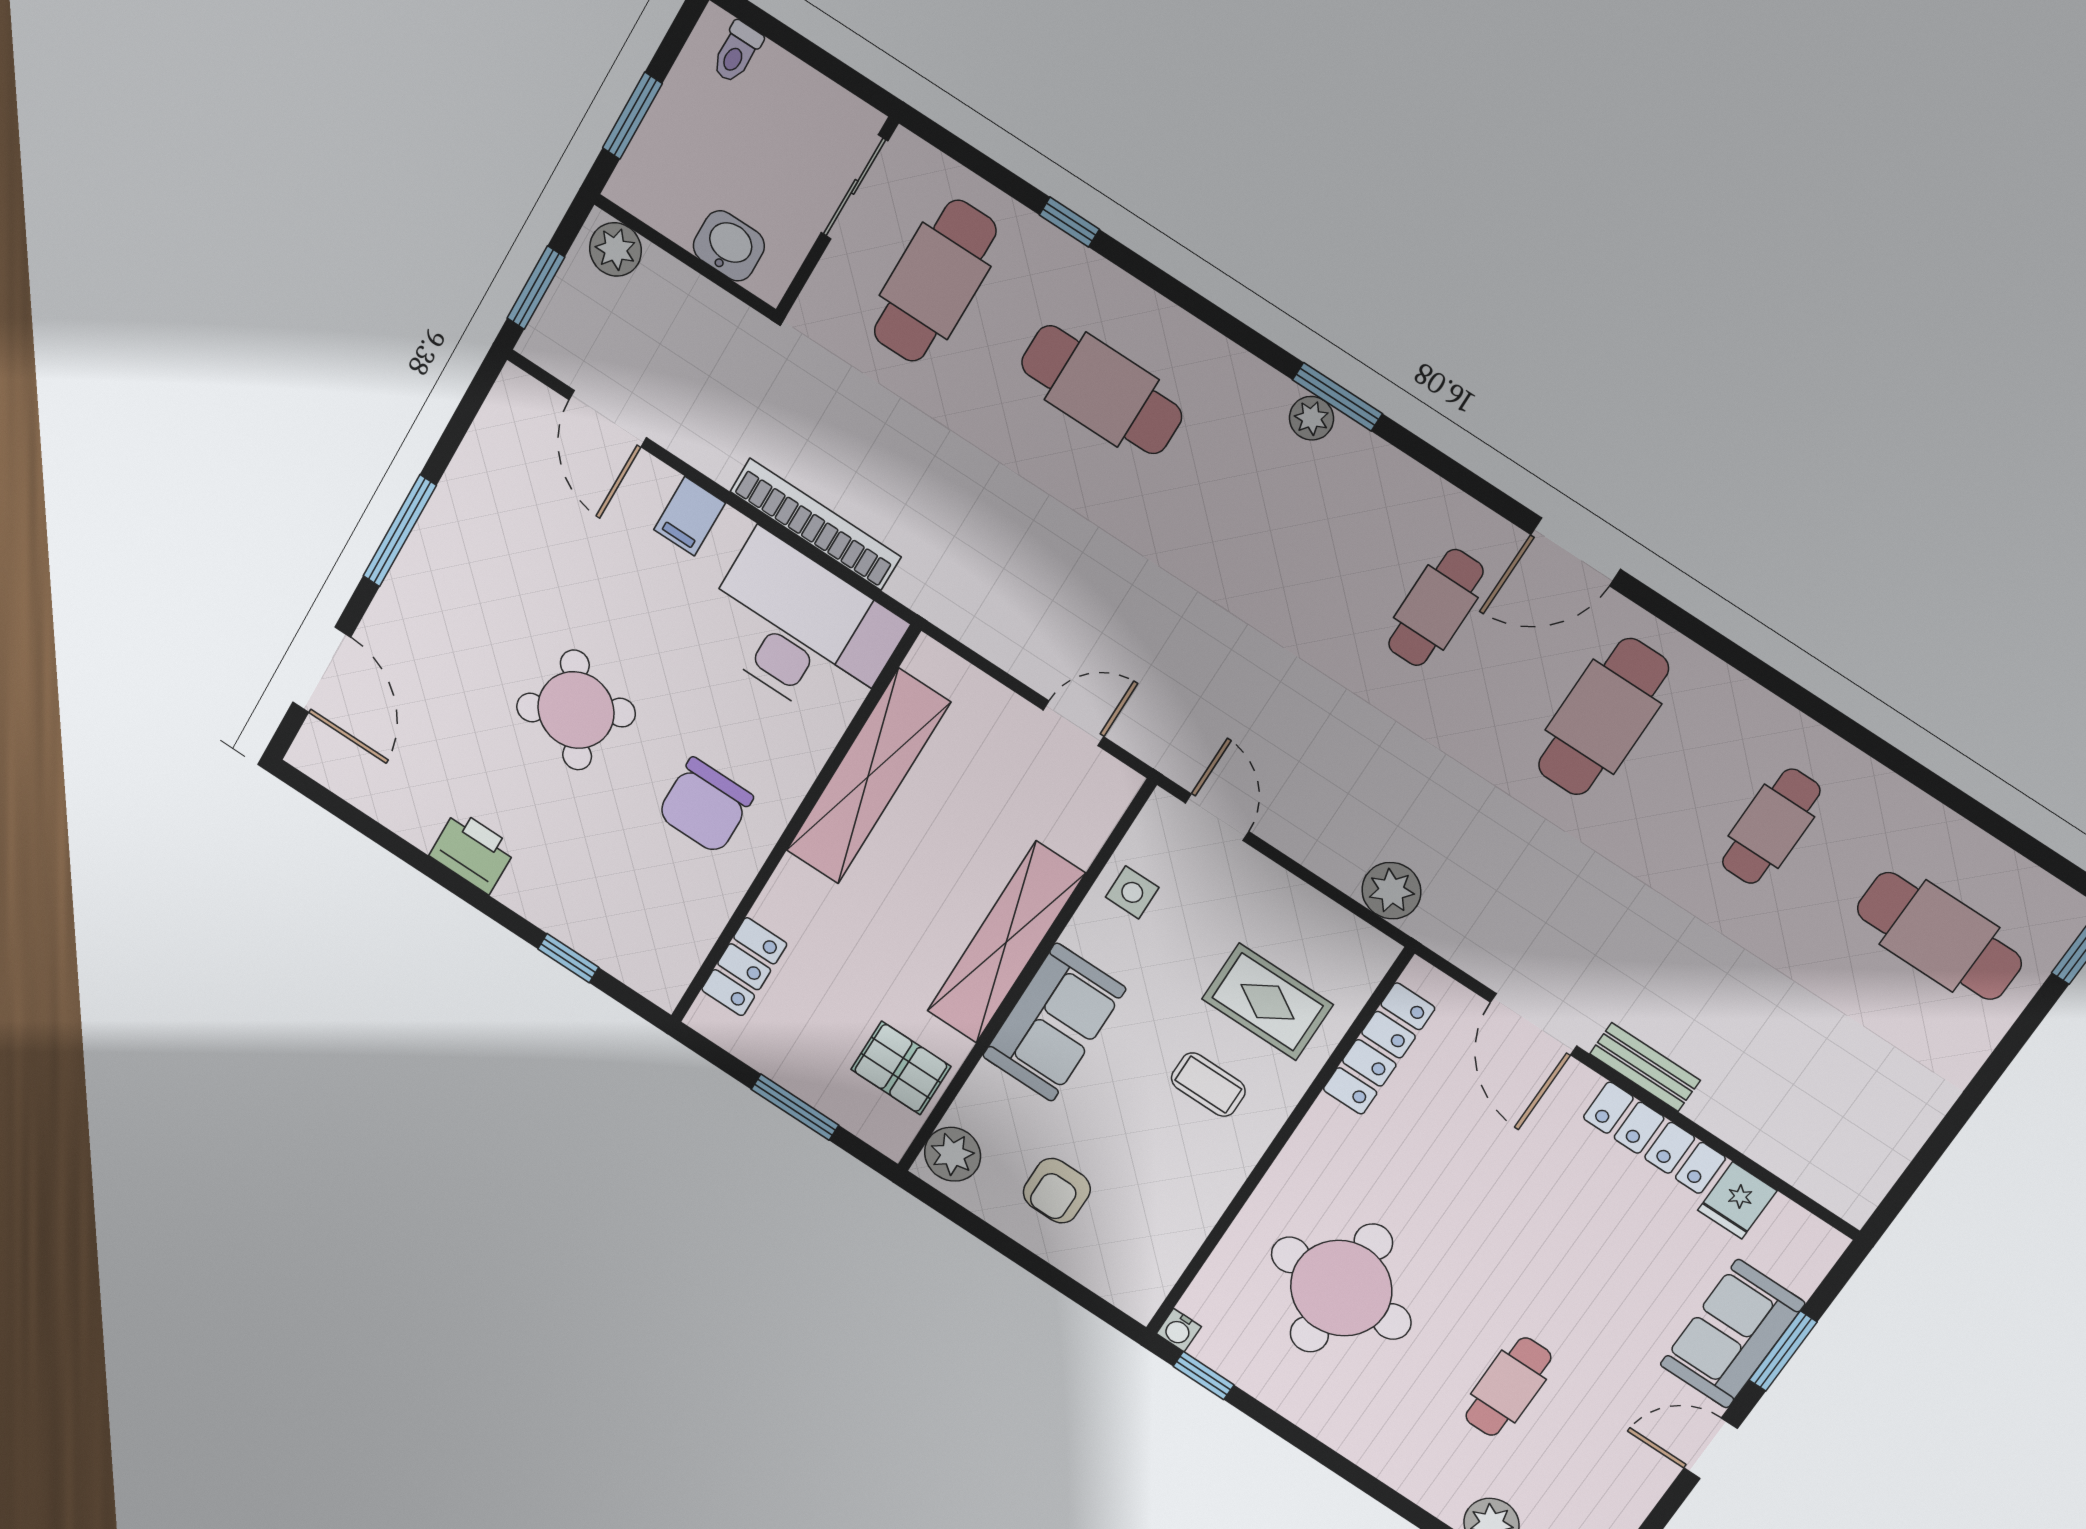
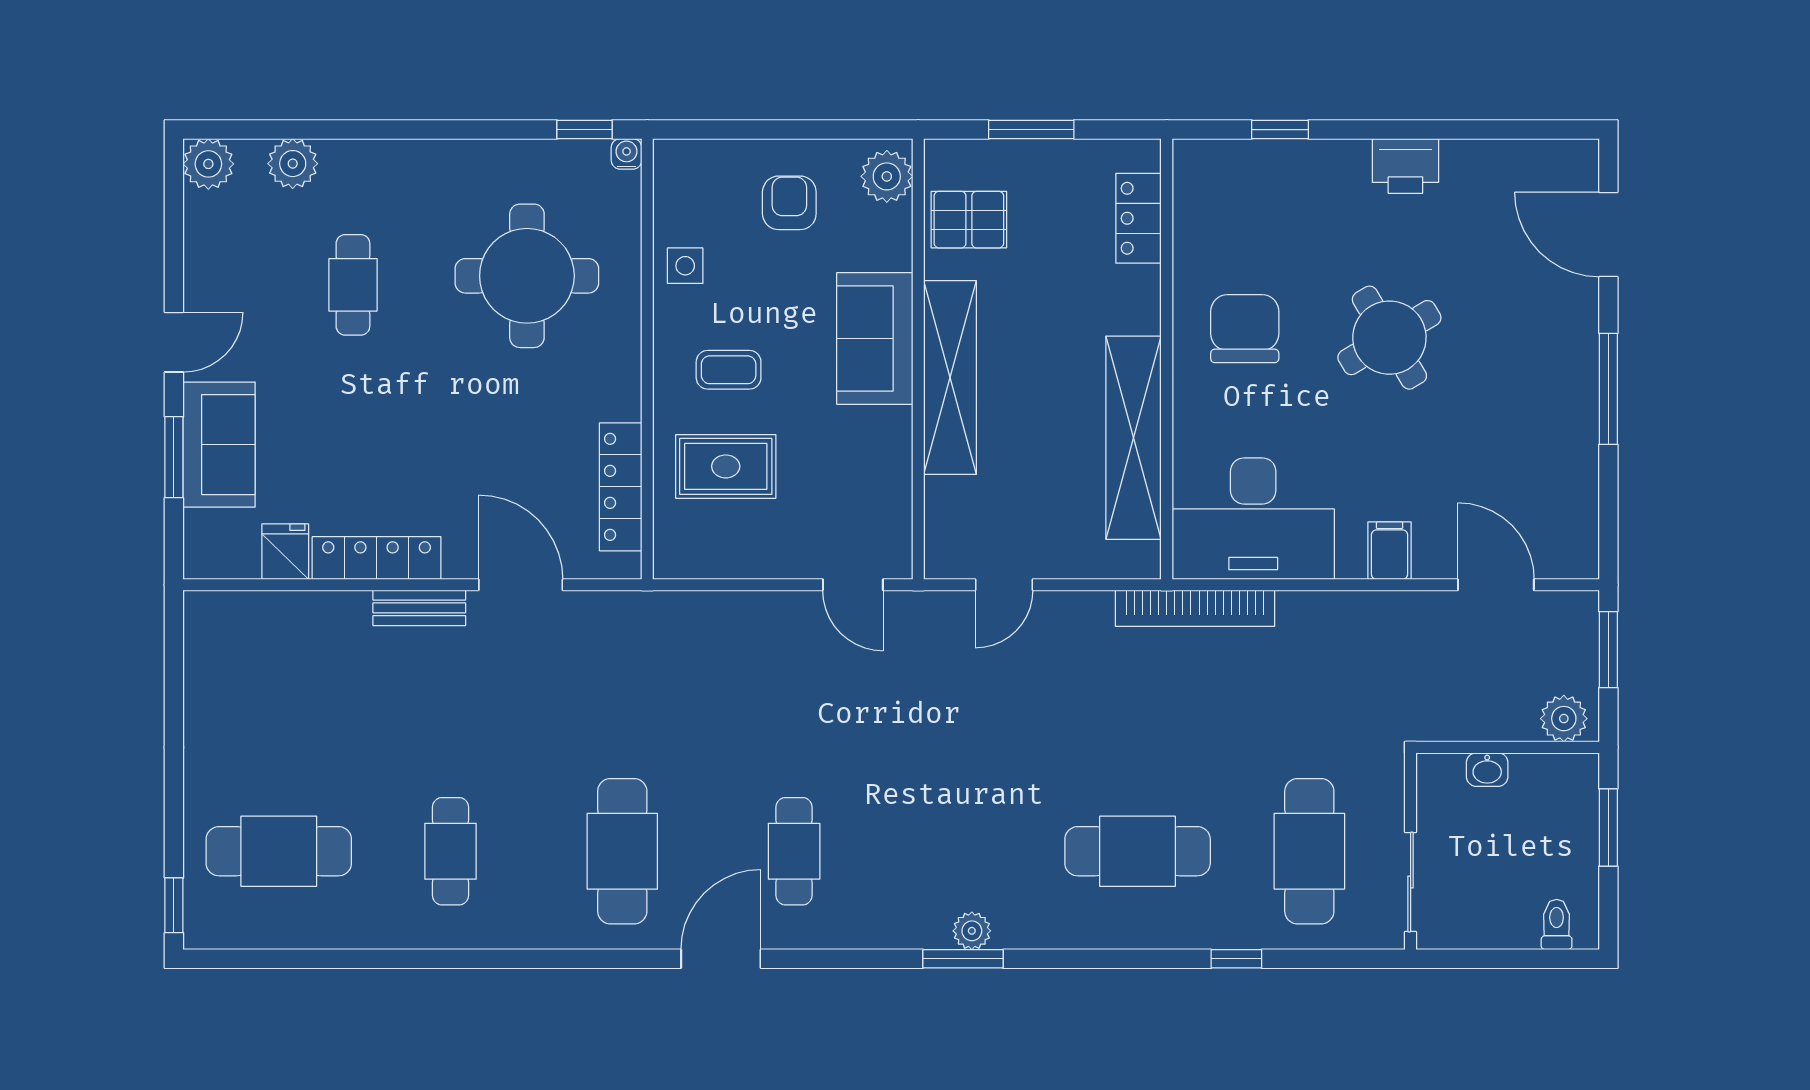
washbasin: (729, 246) -> (1487, 770), width x0.72, depth x0.69
bookcase: (815, 524) -> (1195, 608), moved
plant: (1391, 891) -> (690, 616), removed
side table: (1132, 892) -> (685, 266), moved

